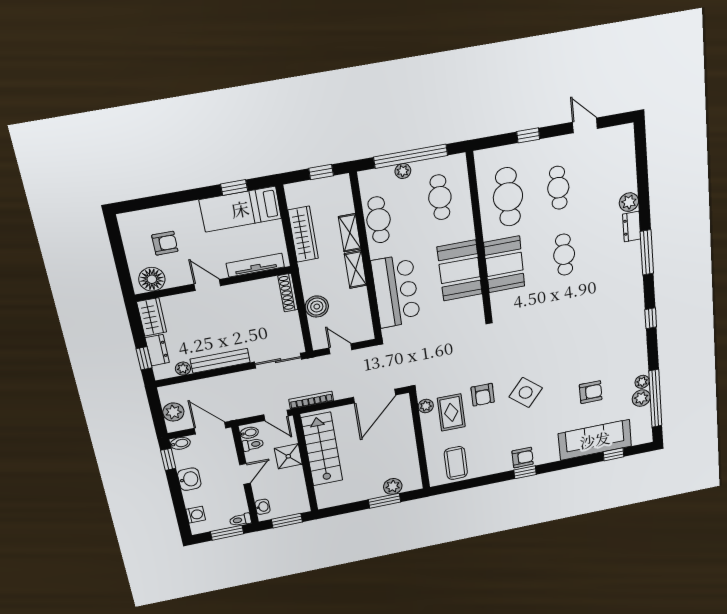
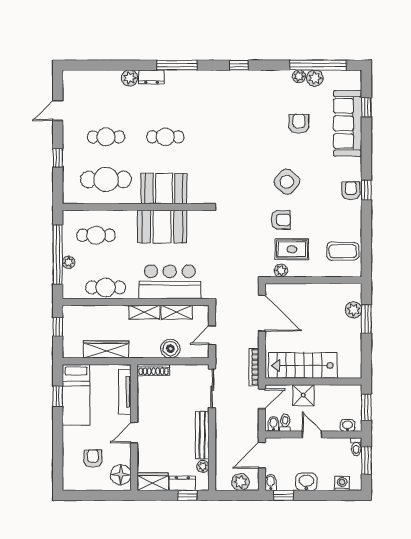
shelving: (350, 233) -> (177, 312), moved

